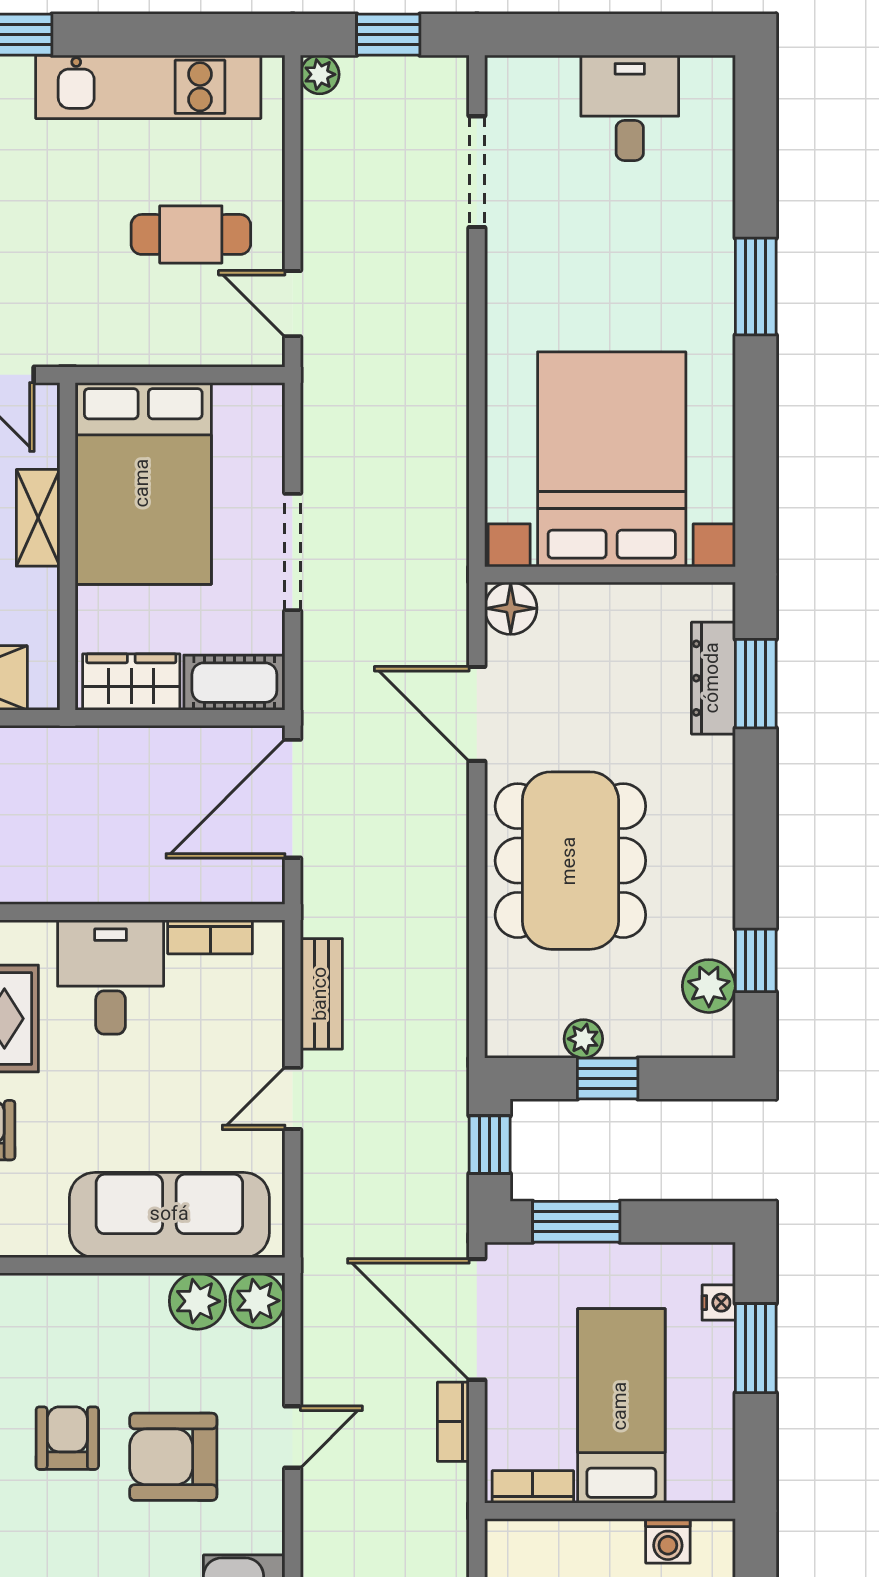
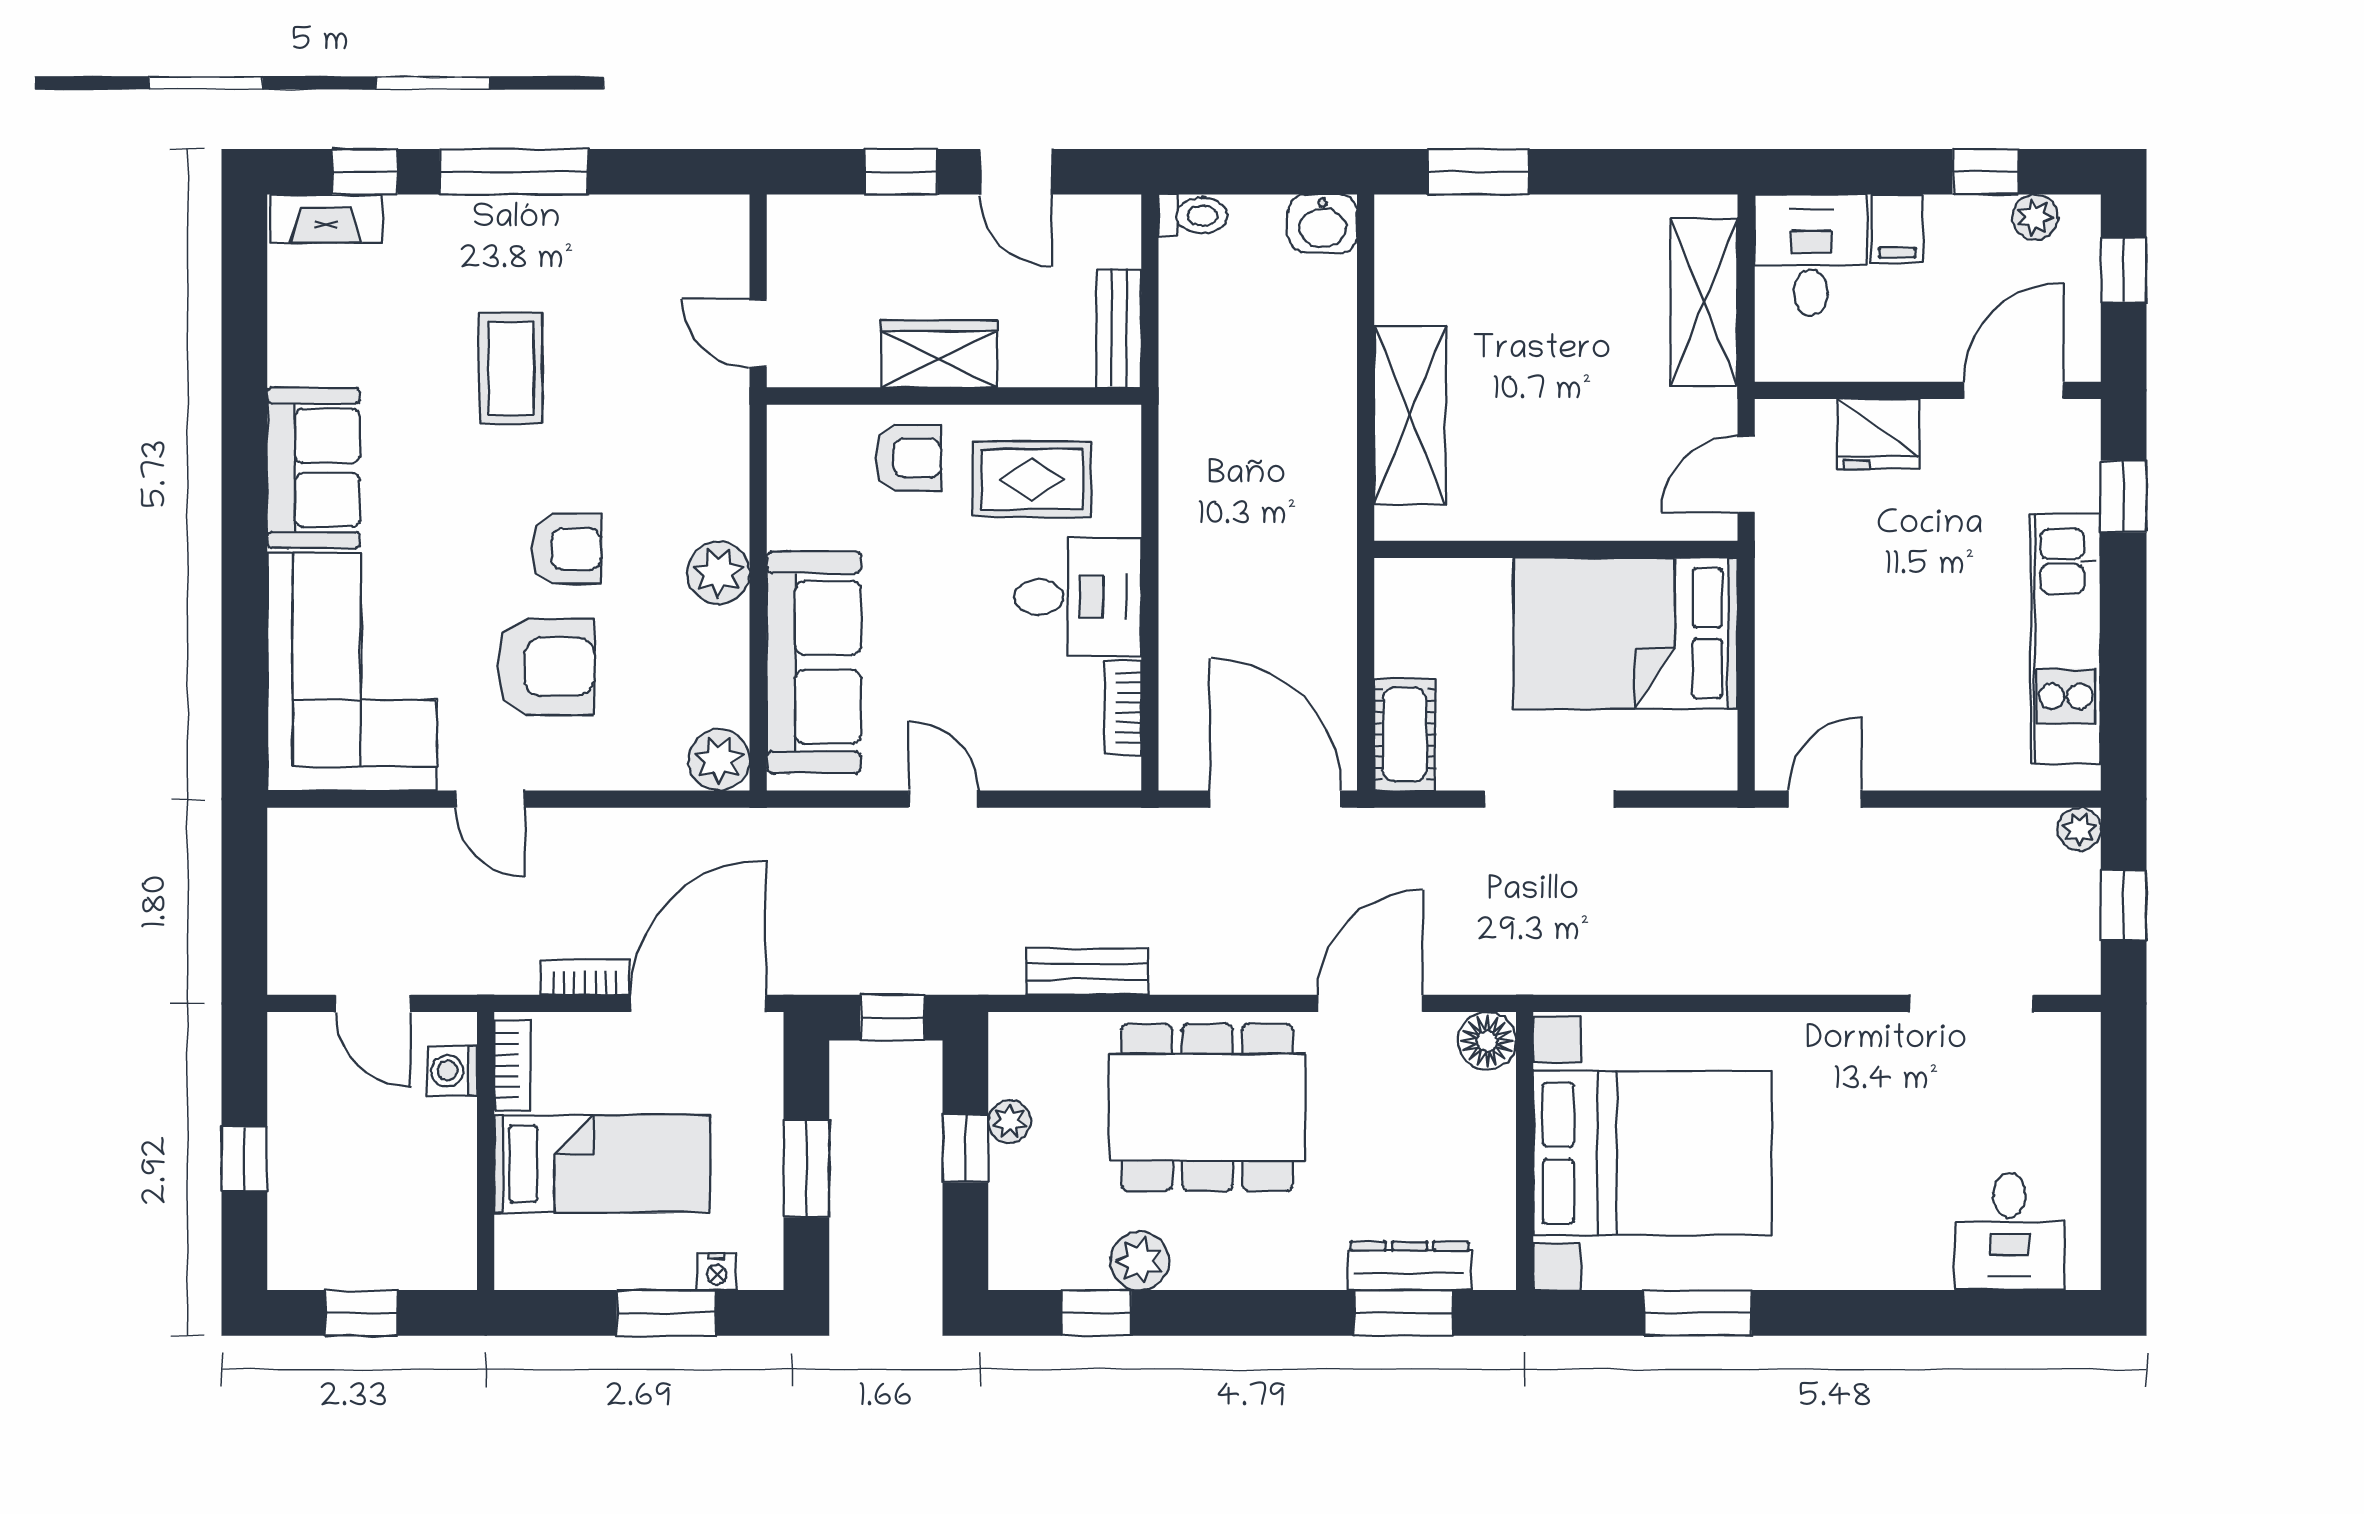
desk: (630, 108) -> (2010, 1232), moved, turned 90
cafe table: (191, 234) -> (1902, 686), removed
window: (756, 286) -> (1698, 1313), moved
shelving: (38, 518) -> (1587, 517), removed
wardrobe: (131, 682) -> (1405, 620), removed
plant: (709, 986) -> (1140, 1261), moved
bench: (321, 994) -> (1087, 972), moved
window: (576, 1222) -> (806, 1169), moved
plant: (198, 1301) -> (718, 573), moved
door: (293, 1437) -> (490, 799), moved
armchair: (173, 1457) -> (546, 667), turned 90
washing machine: (668, 1541) -> (452, 1071), moved

